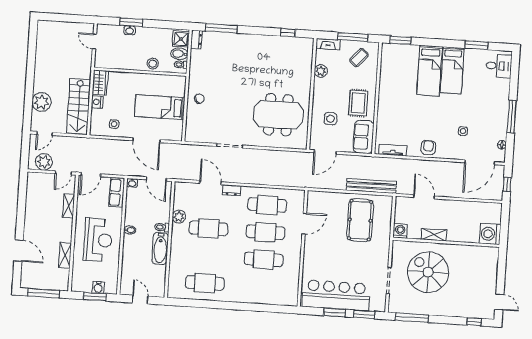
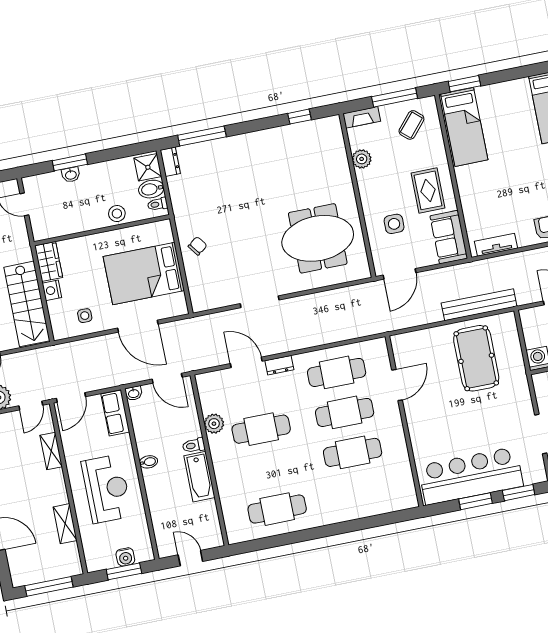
bed: (430, 71) -> (464, 127), moved
bed: (160, 107) -> (144, 273), width x1.50

